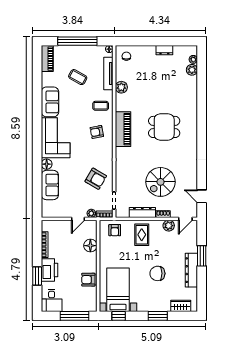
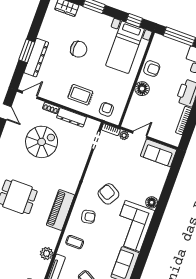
armchair: (96, 179) -> (108, 194), moved
sofa: (50, 185) -> (159, 153), moved, turned -90
plant: (169, 226) -> (49, 94), removed
rug: (142, 235) -> (80, 95), turned 90
floor lamp: (90, 246) -> (142, 89), moved
dresser: (191, 270) -> (36, 58), moved

